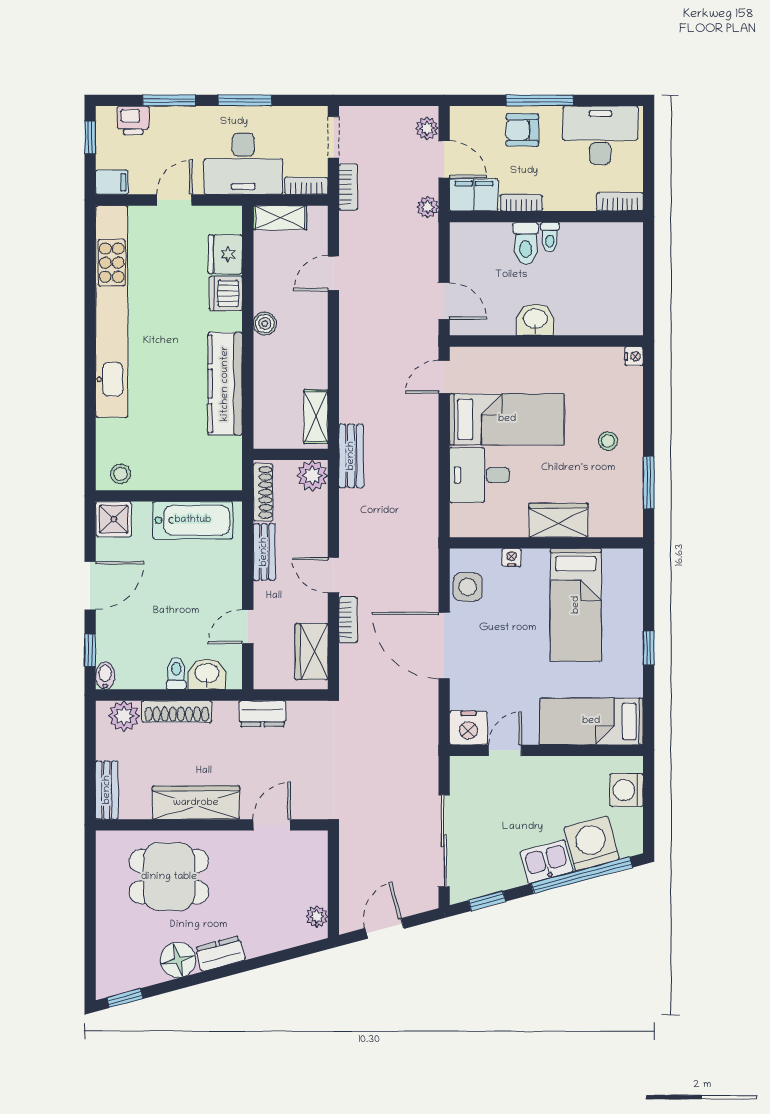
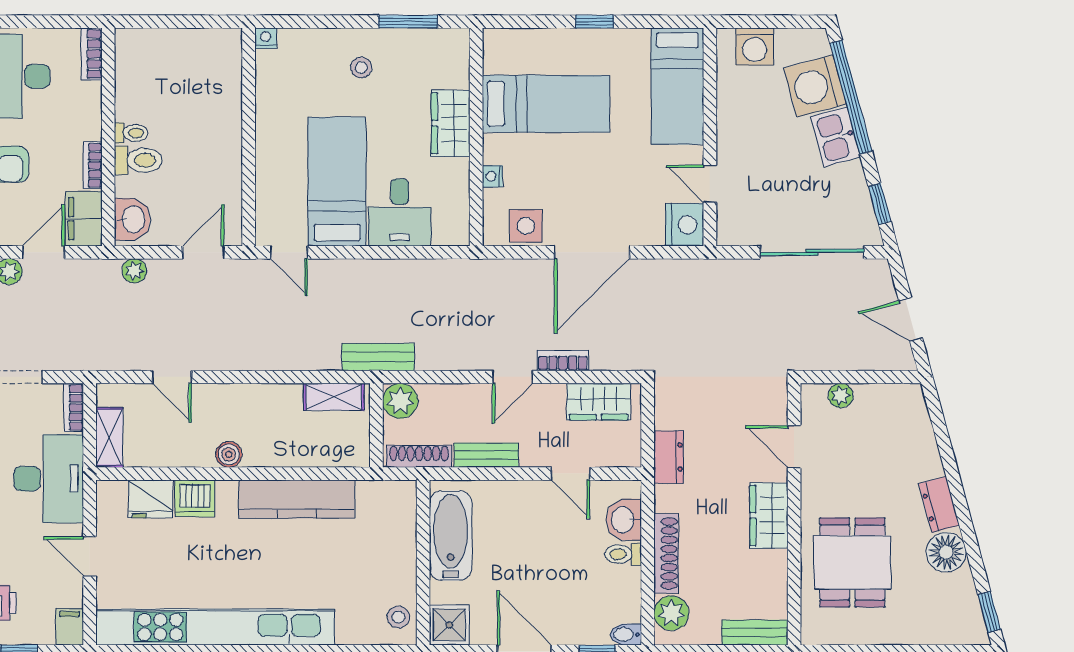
bookcase: (348, 187) -> (75, 360), removed
plant: (428, 207) -> (134, 271), moved
washbasin: (535, 320) -> (132, 219), moved, turned 180
wardrobe: (196, 803) -> (769, 516), width x0.67
plant: (317, 917) -> (841, 396), moved

